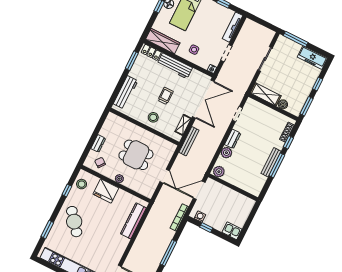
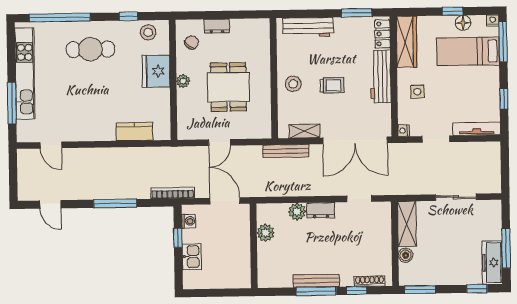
window: (296, 39) -> (506, 248), moved
window: (318, 84) -> (477, 289), moved
plant: (219, 172) -> (266, 233), moved
kitchen counter: (133, 221) -> (134, 131), width x0.67
cafe table: (74, 222) -> (90, 49), turned 39
window: (47, 230) -> (60, 18), width x2.11
kitchen sink: (232, 231) -> (192, 257), moved

